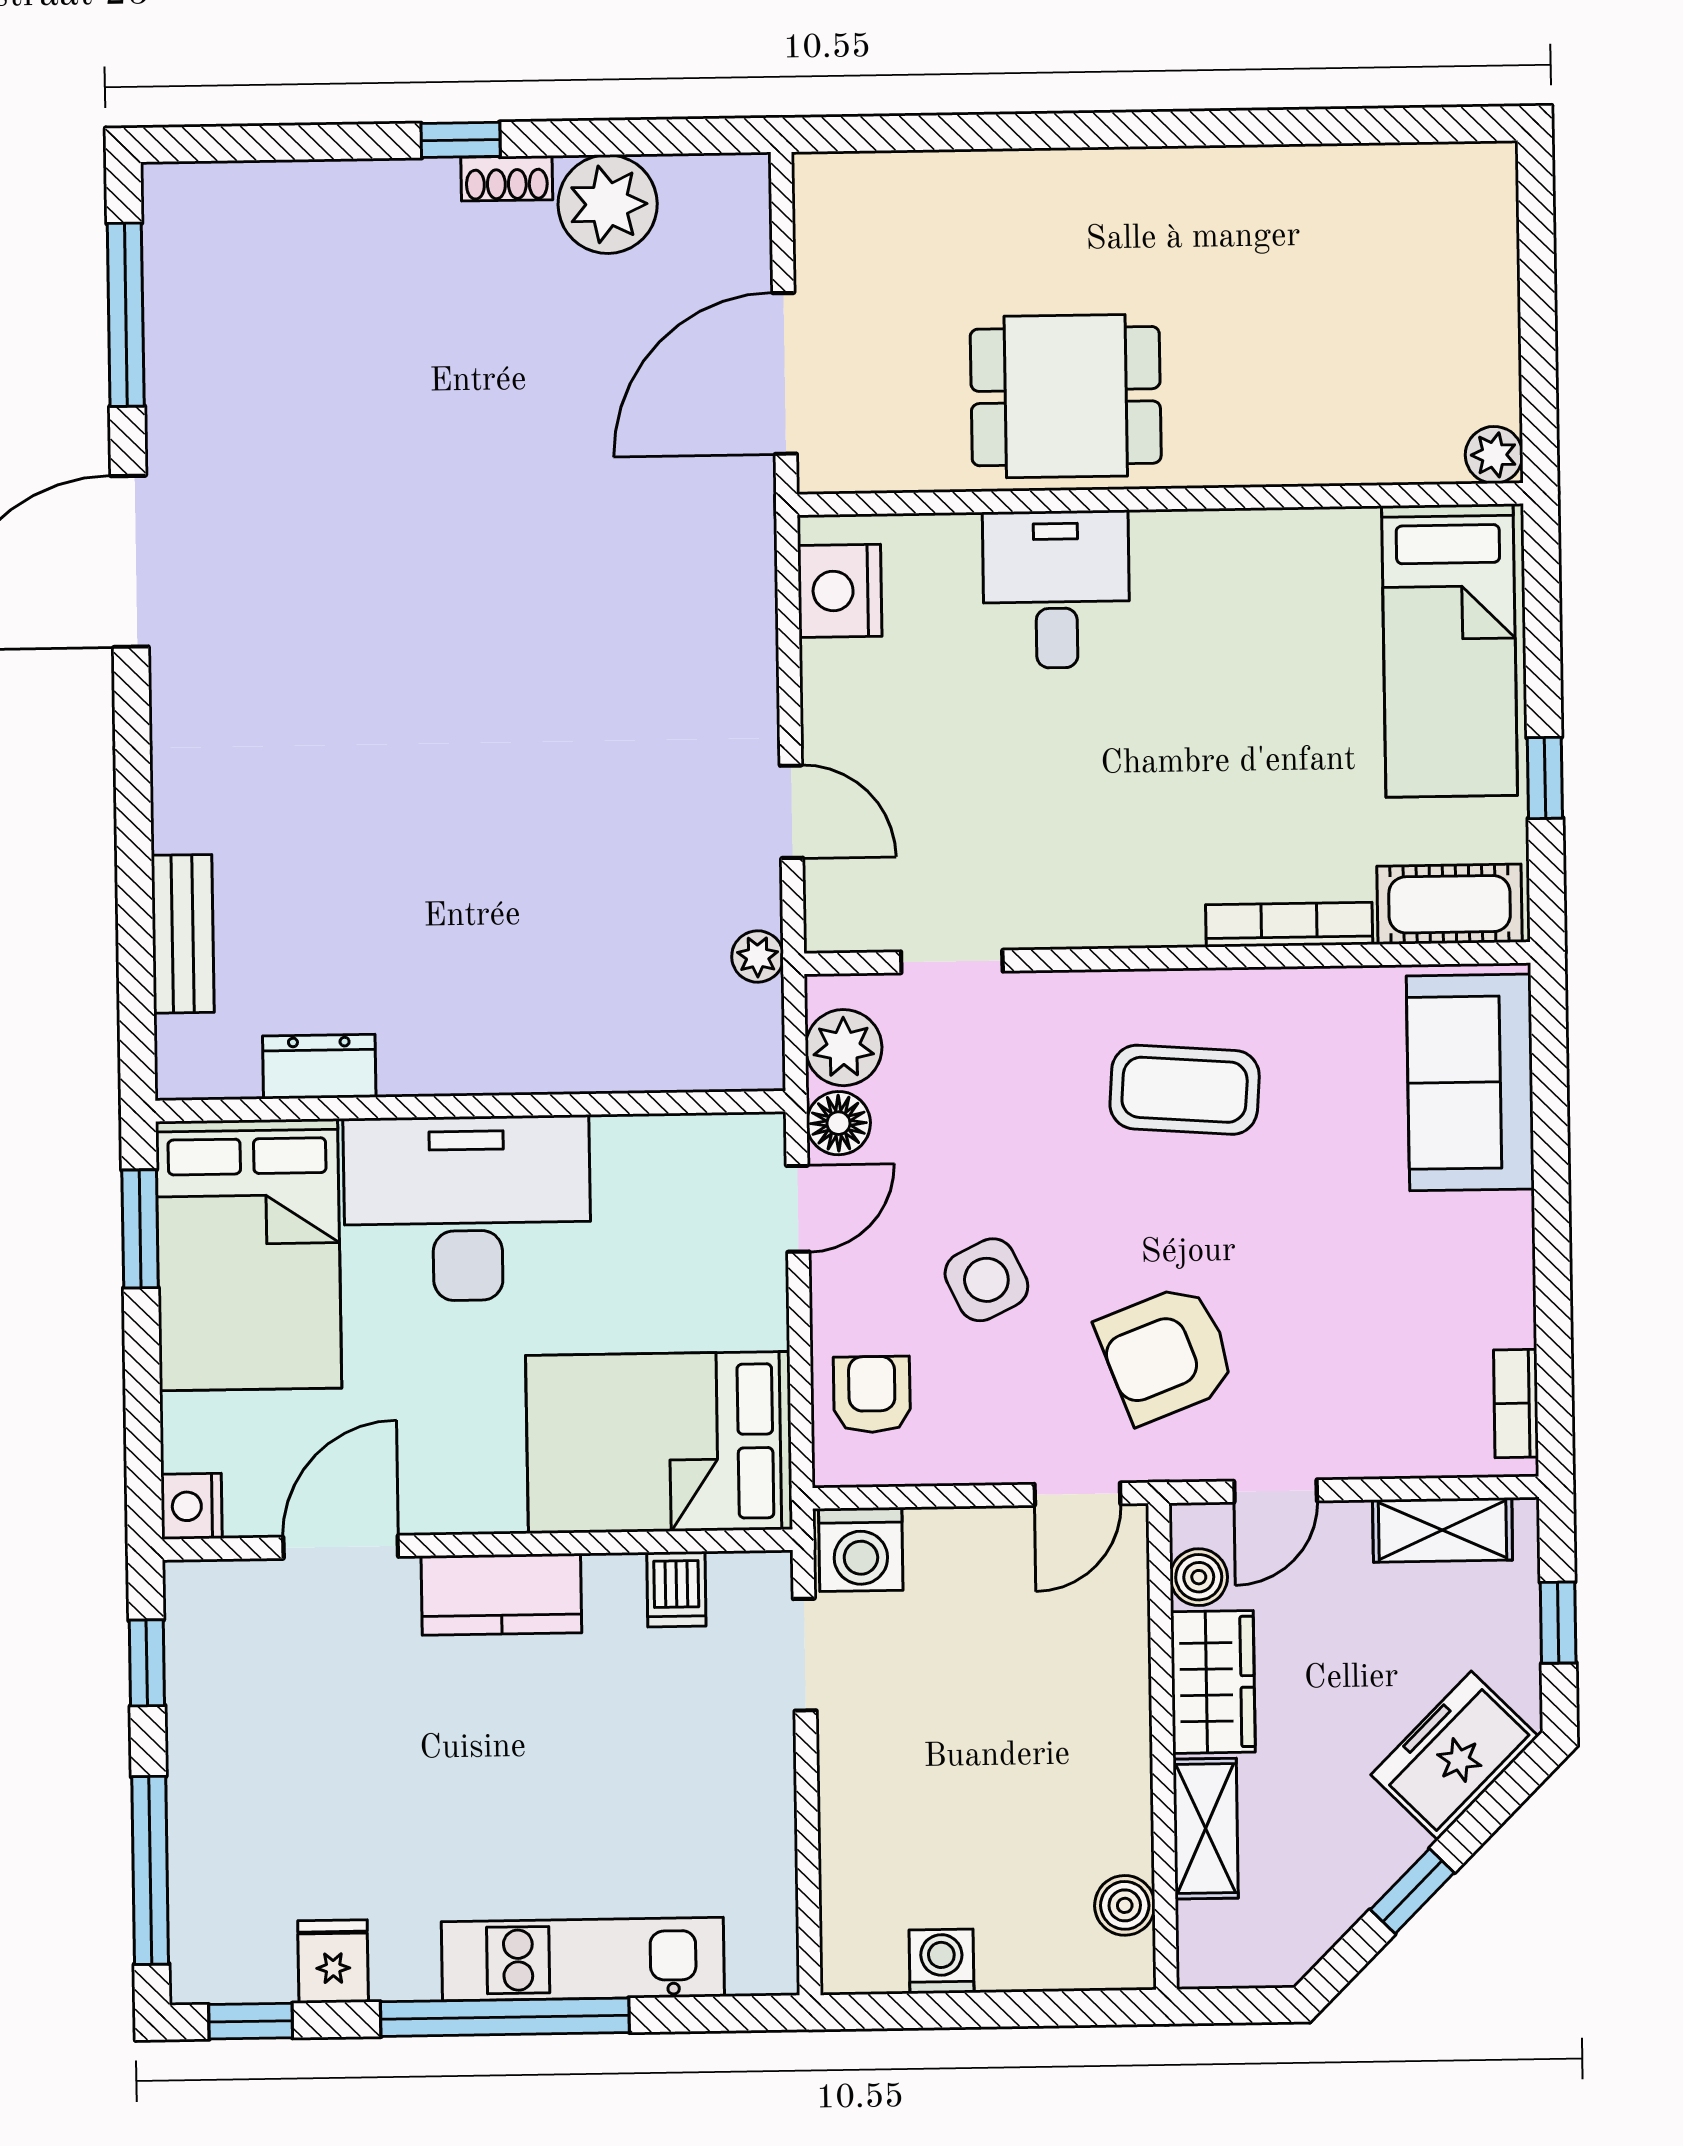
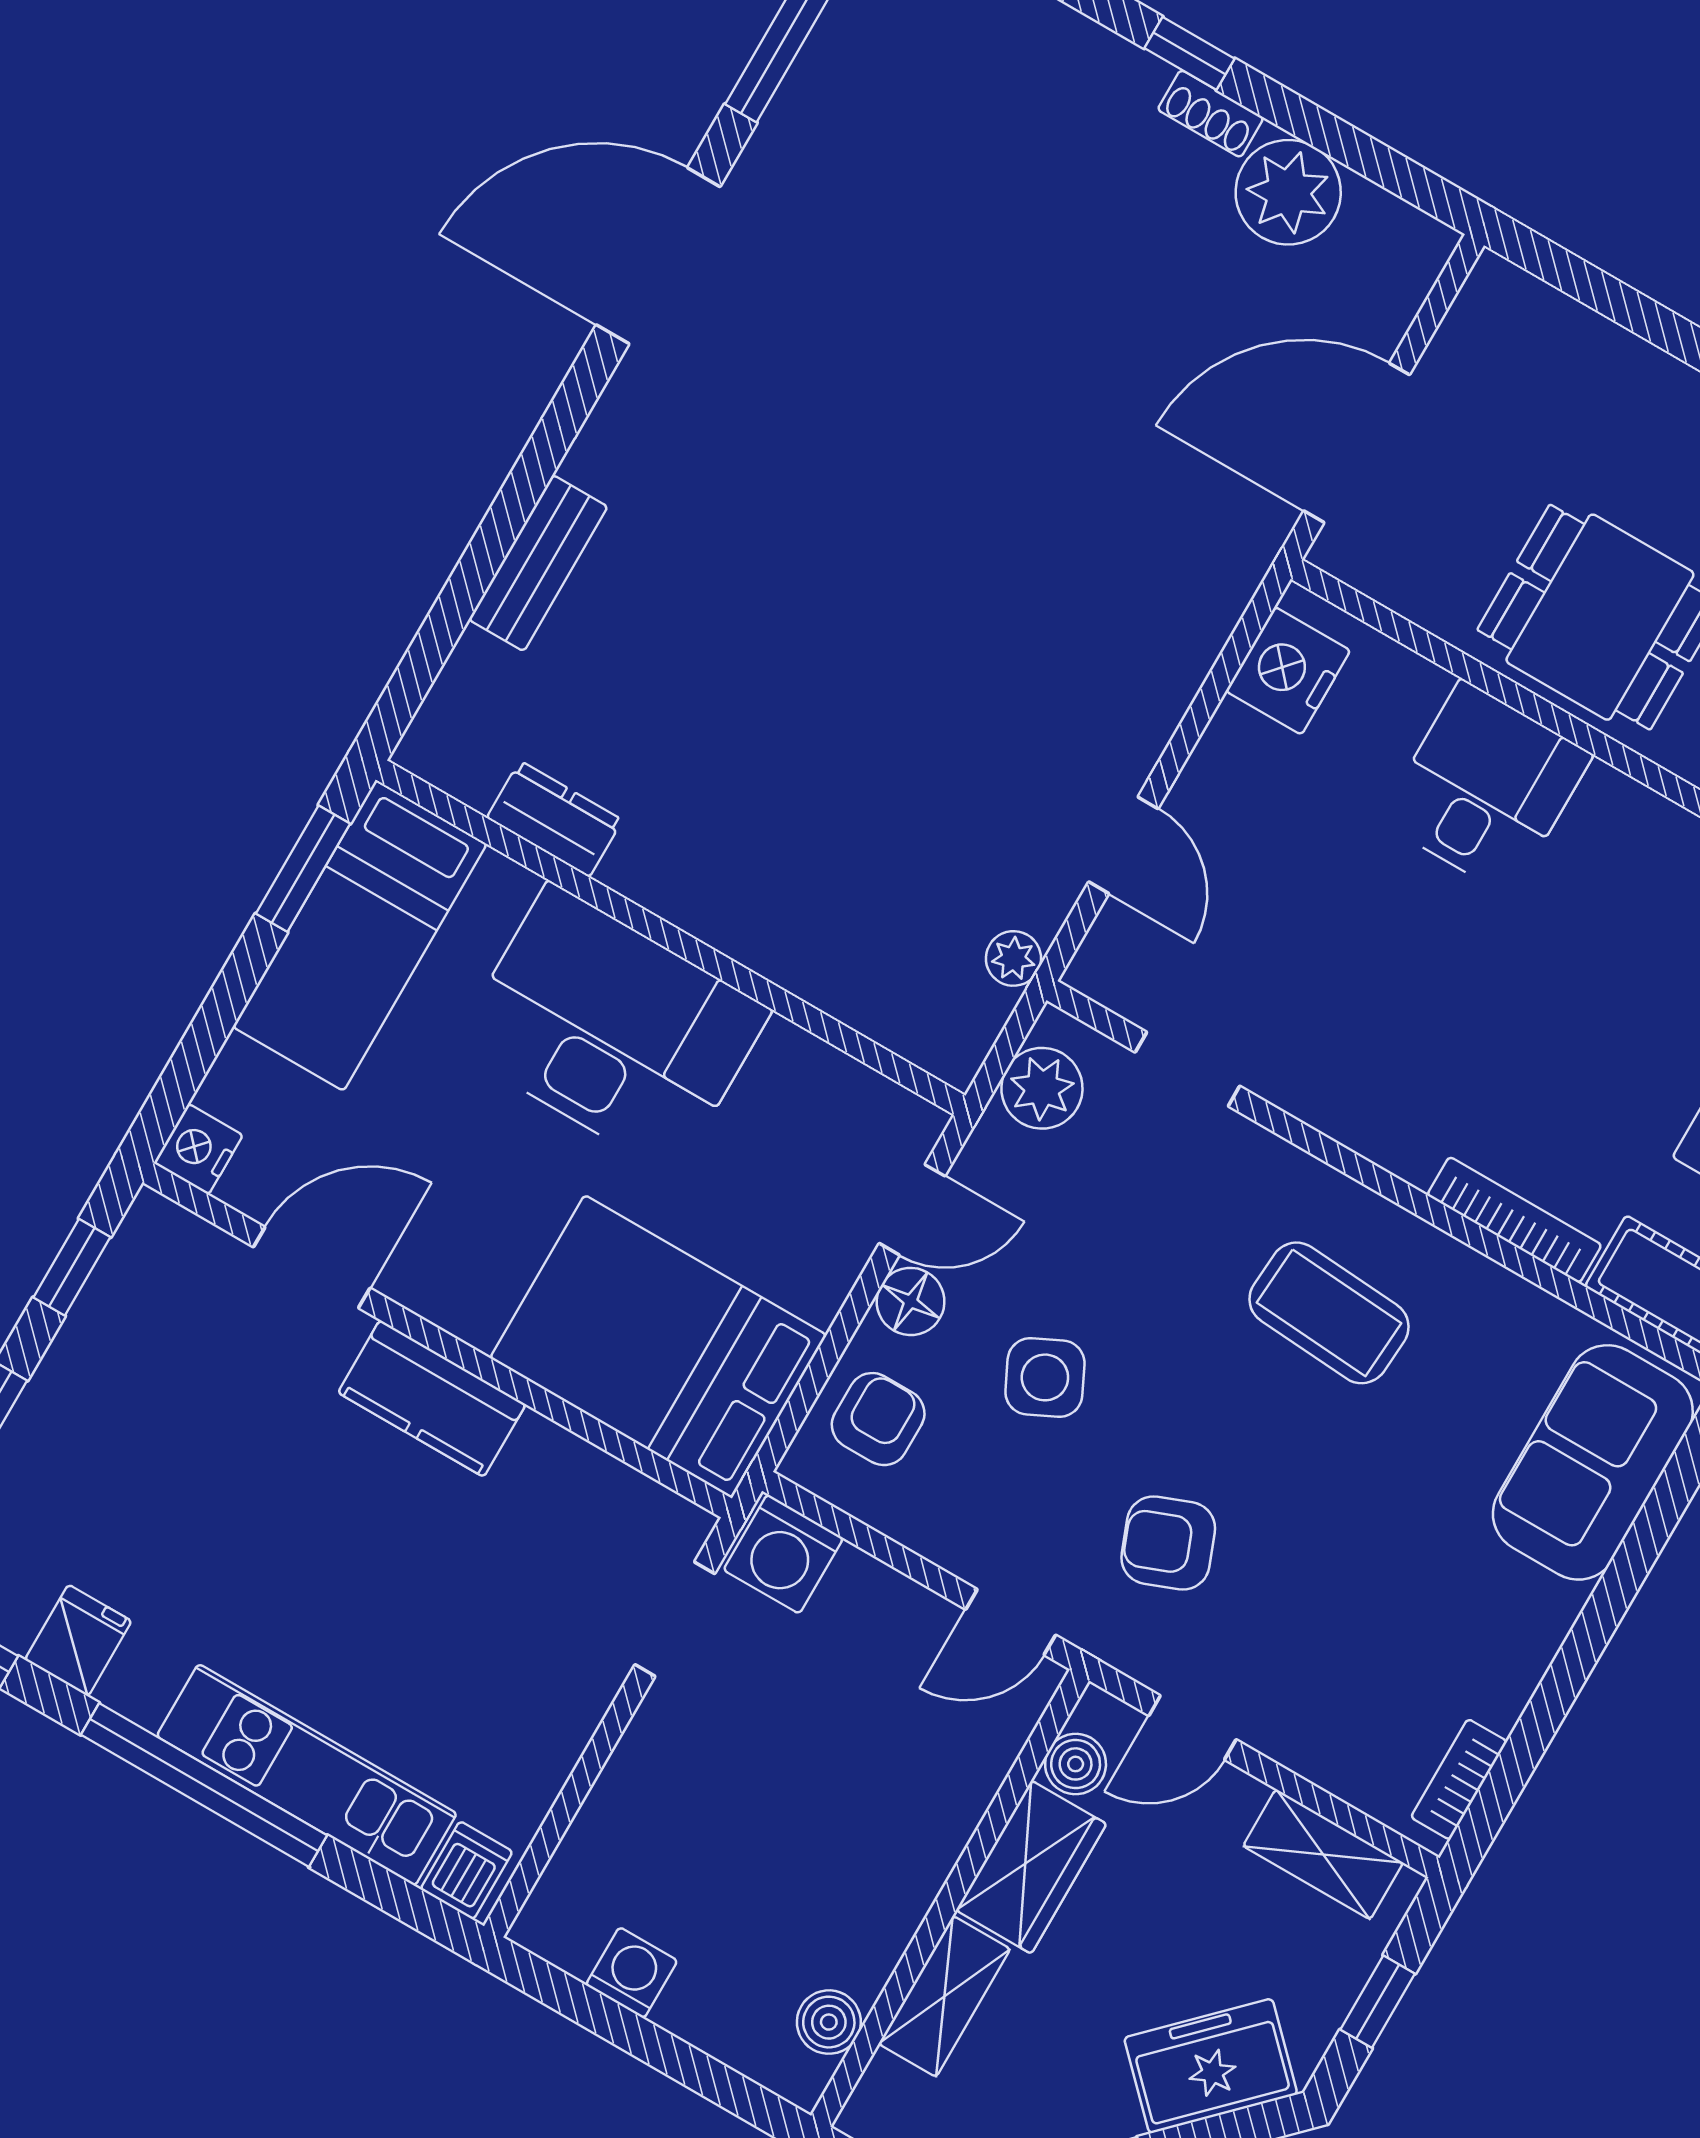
bench: (183, 934) -> (538, 563), moved
floor lamp: (838, 1123) -> (911, 1301), moved
bed: (249, 1255) -> (360, 935), width x0.67
armchair: (1166, 1354) -> (1168, 1543), width x0.72, depth x0.72
dishwasher: (676, 1589) -> (467, 1870), moved, turned 180

